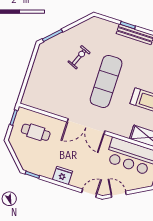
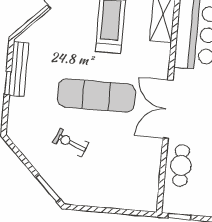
double door: (86, 126) -> (168, 109), swing flipped
cafe table: (36, 132) -> (181, 165), moved

